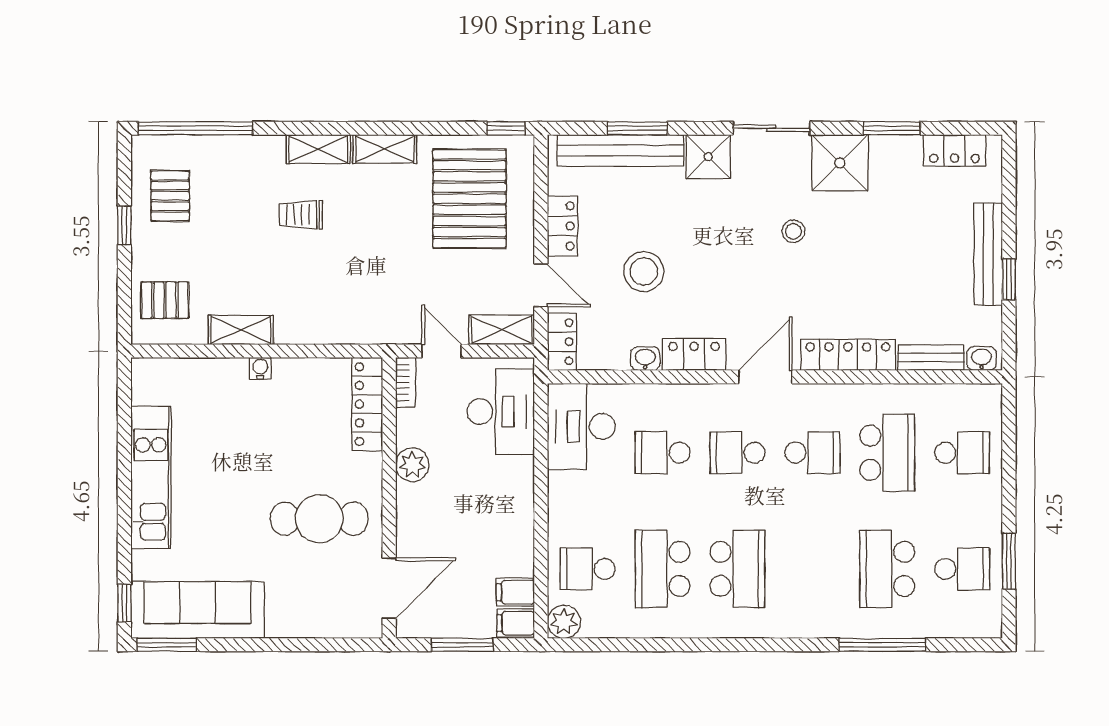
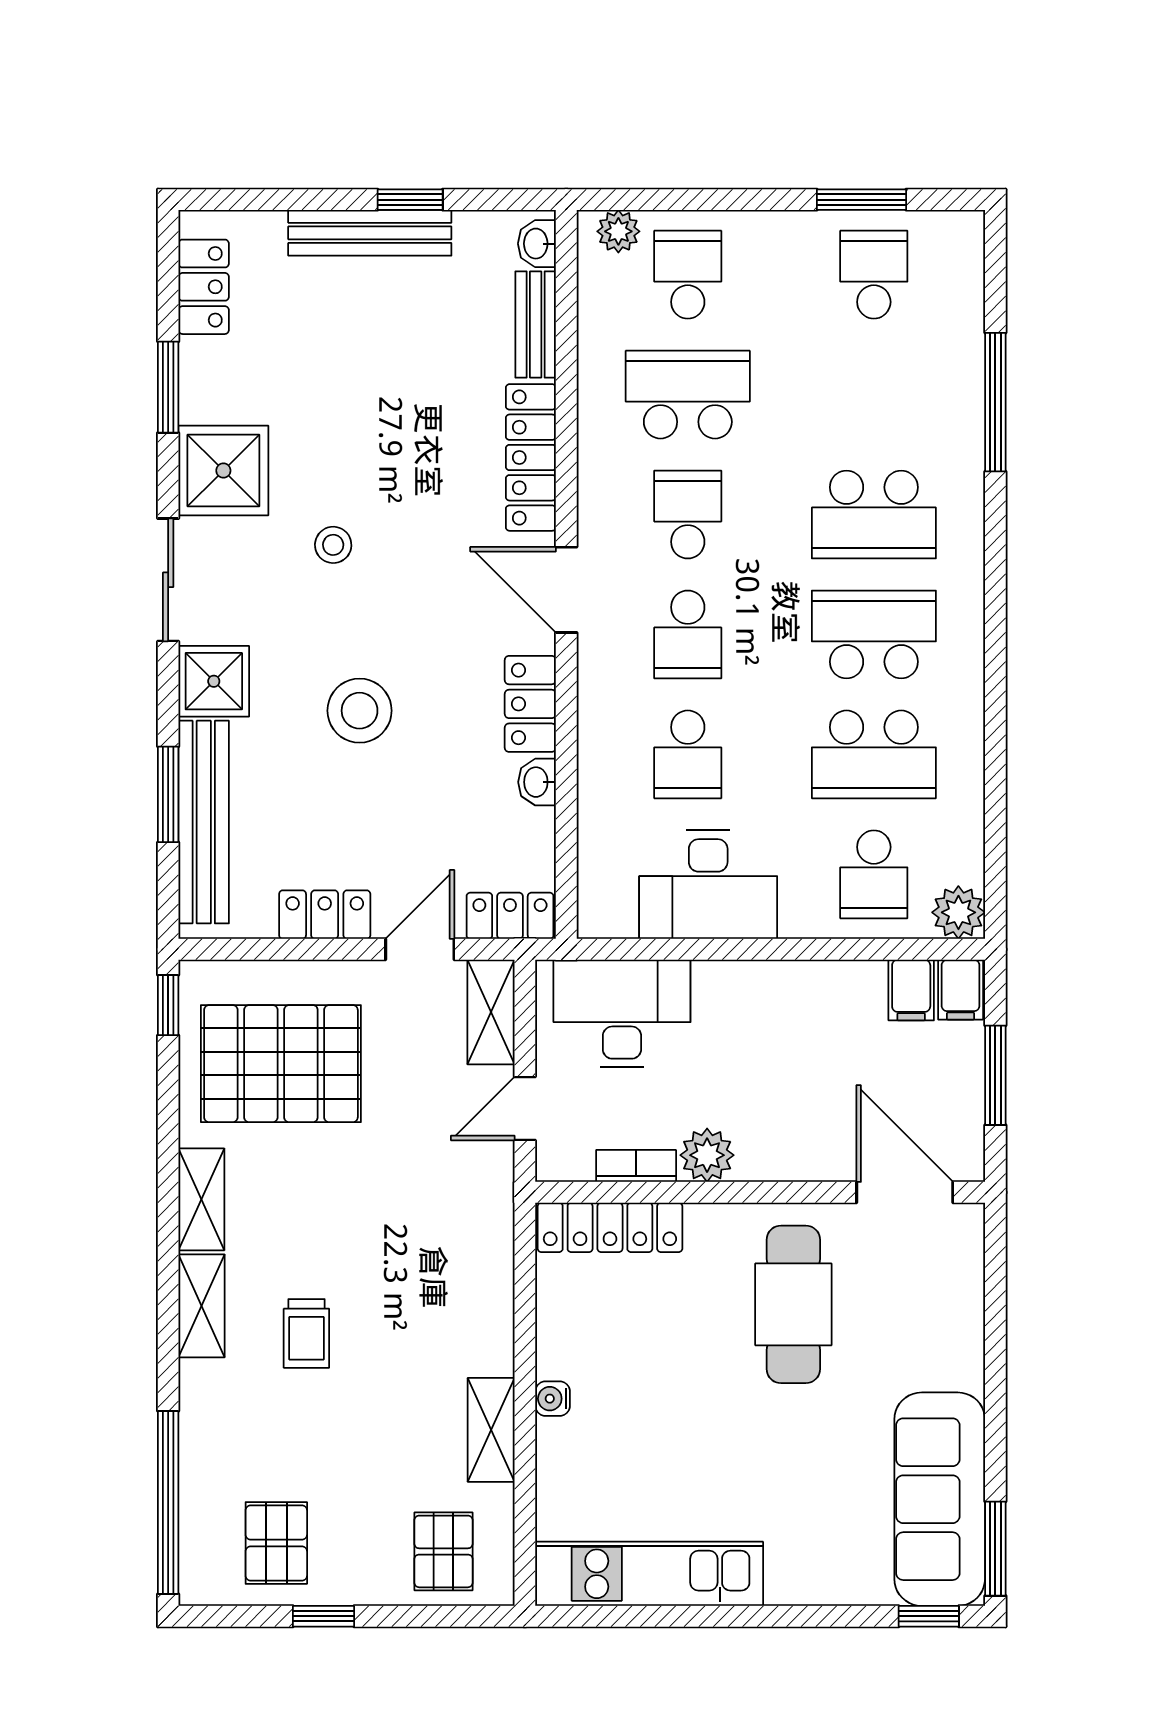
pallet: (170, 196) -> (276, 1543), turned 90
stool: (644, 272) -> (360, 711), moved
bookcase: (406, 382) -> (636, 1166), moved
plant: (989, 409) -> (618, 231), added
desk: (581, 426) -> (708, 885), moved
kitchen unit: (151, 478) -> (649, 1574), moved
school desk: (887, 569) -> (874, 515), moved

